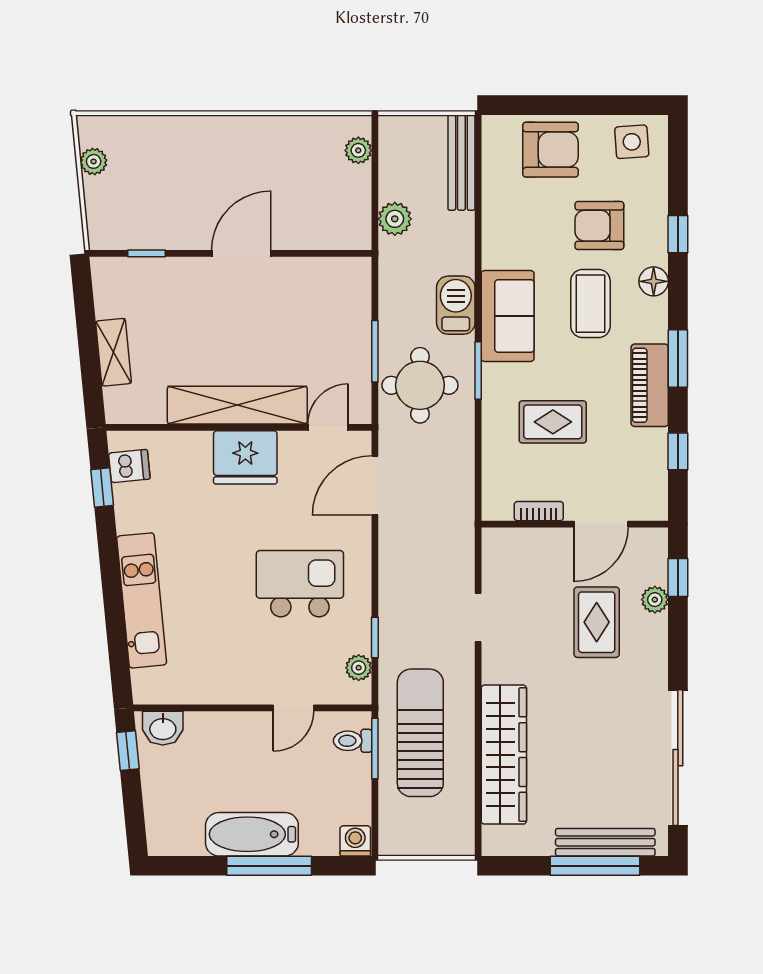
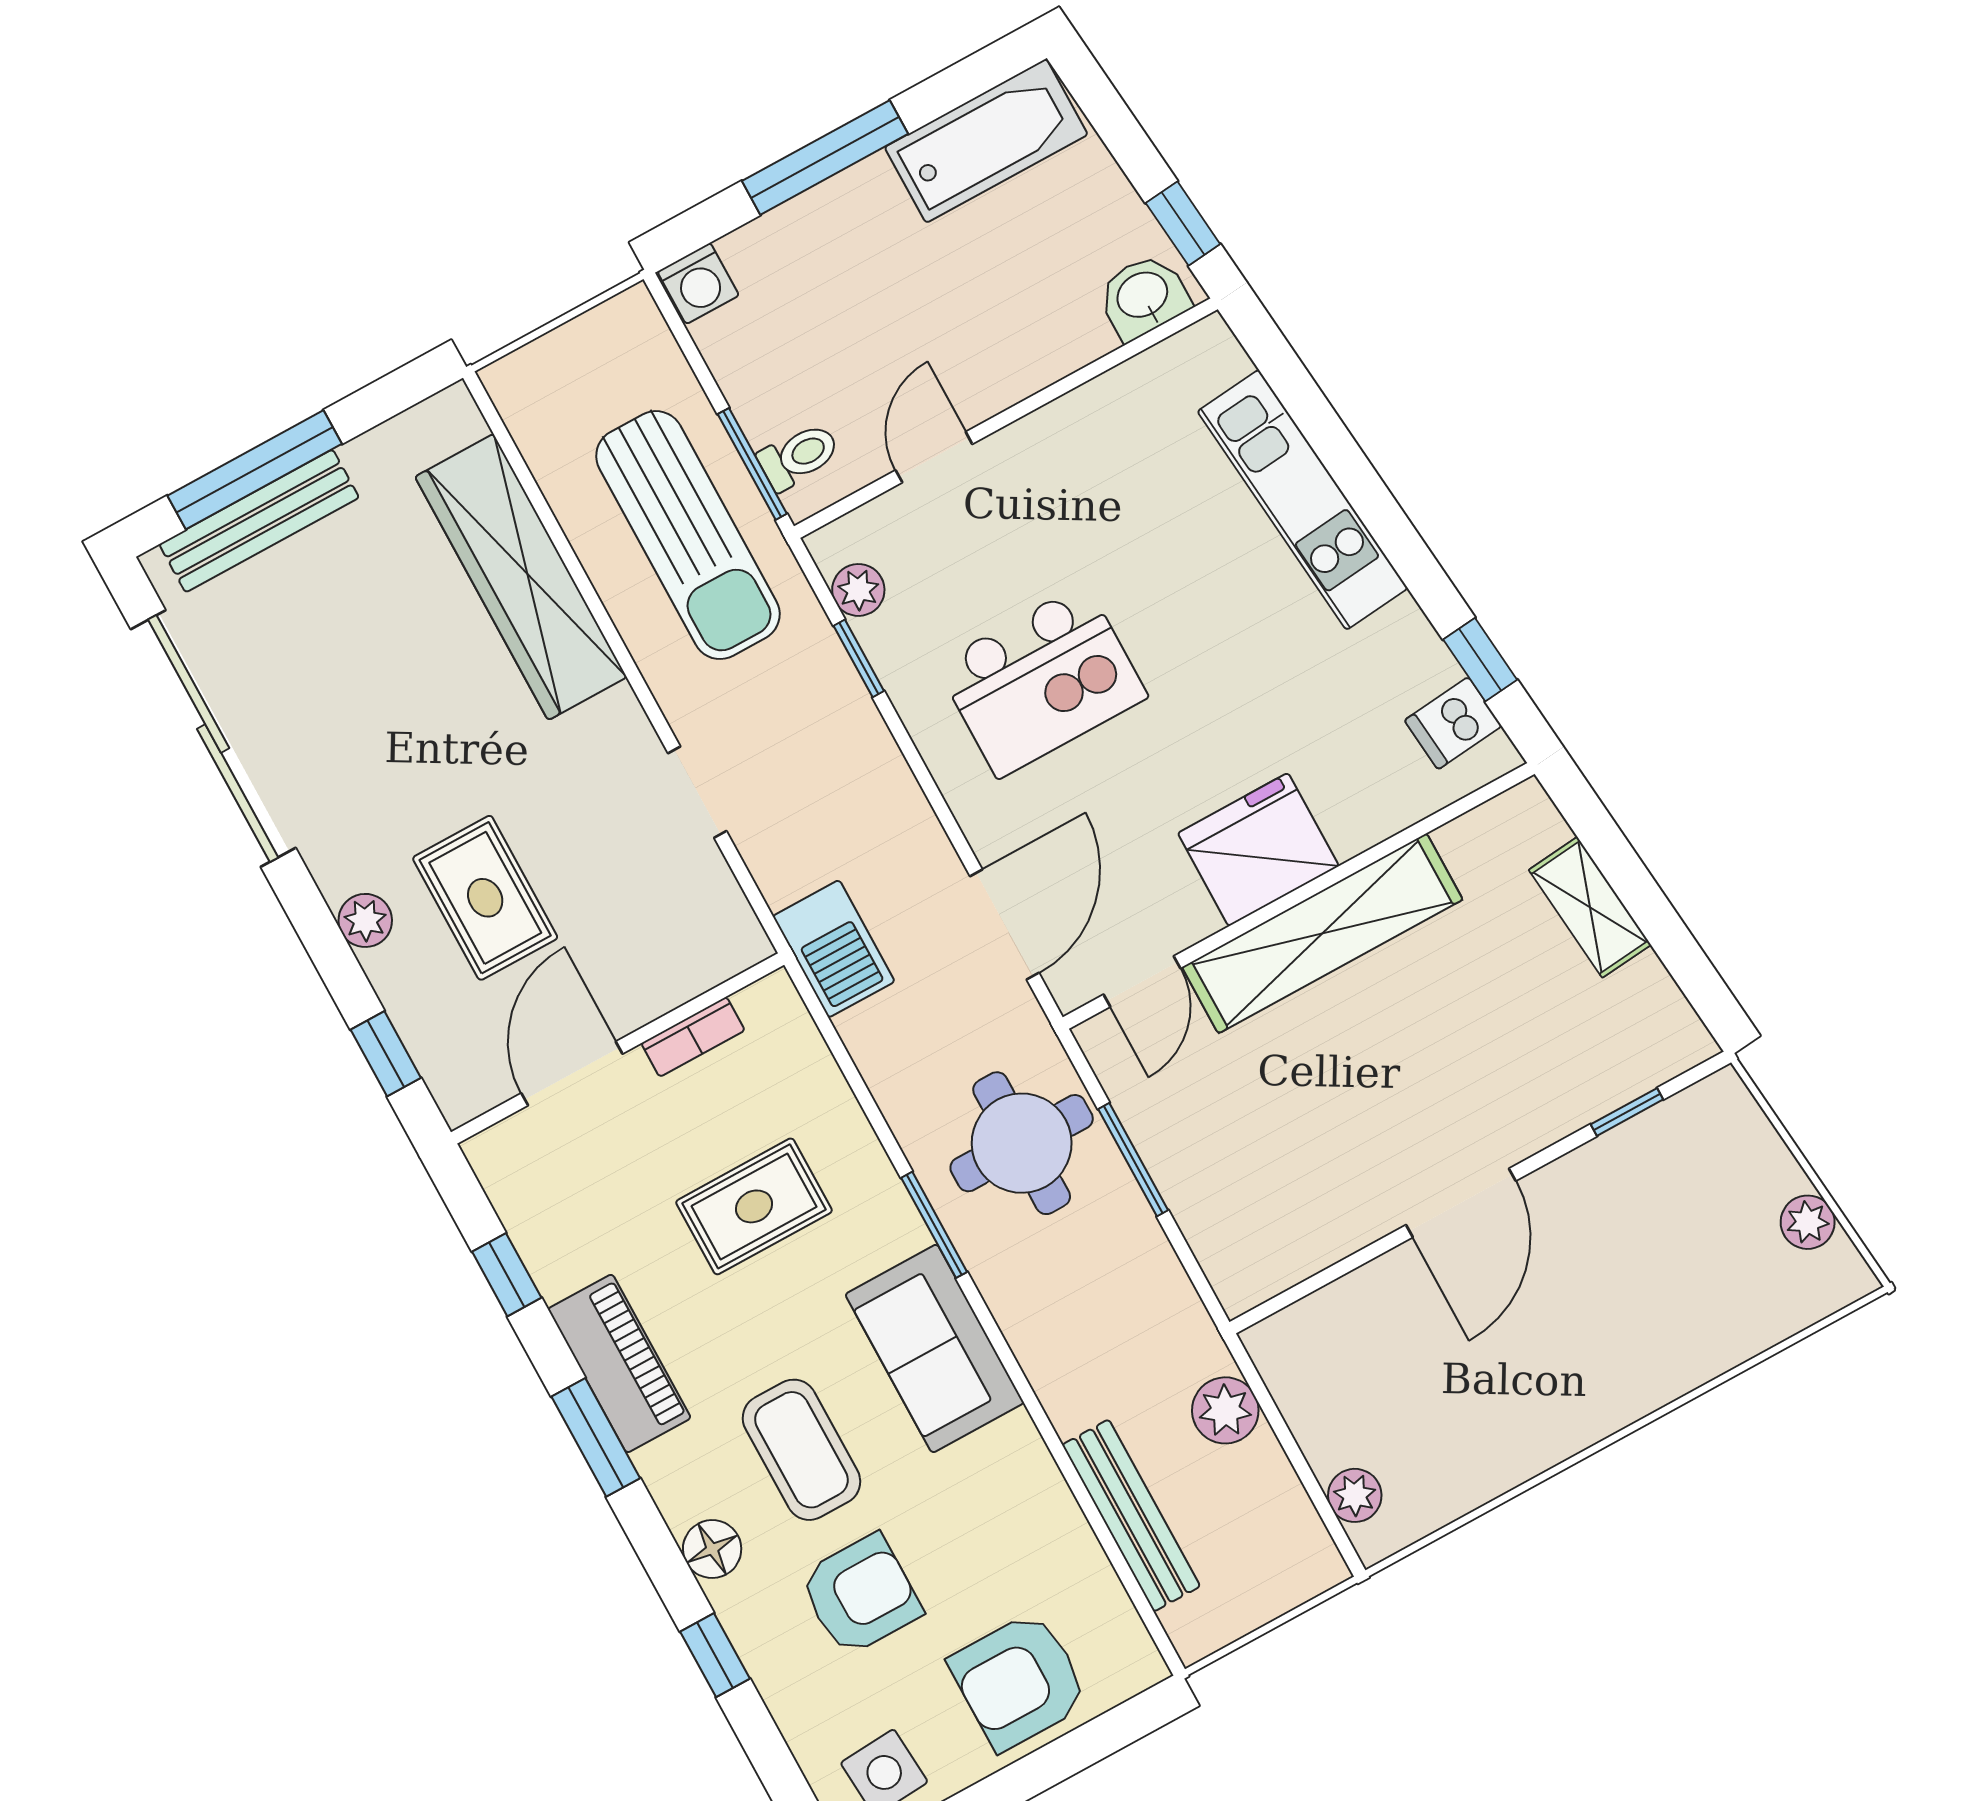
bench: (461, 163) -> (1131, 1516), moved
barbecue: (456, 305) -> (834, 949), moved
plant: (655, 600) -> (365, 920), moved
bathtub: (252, 834) -> (986, 141), moved

